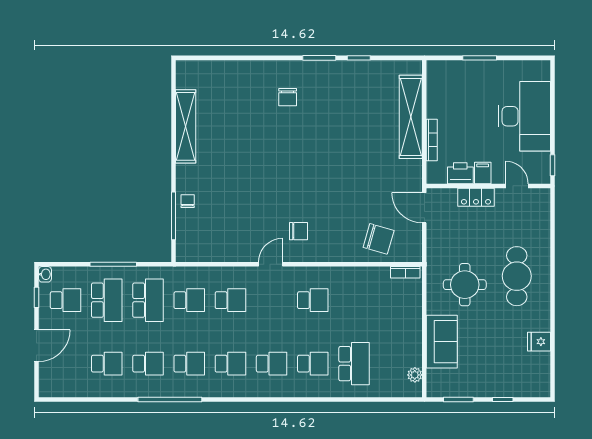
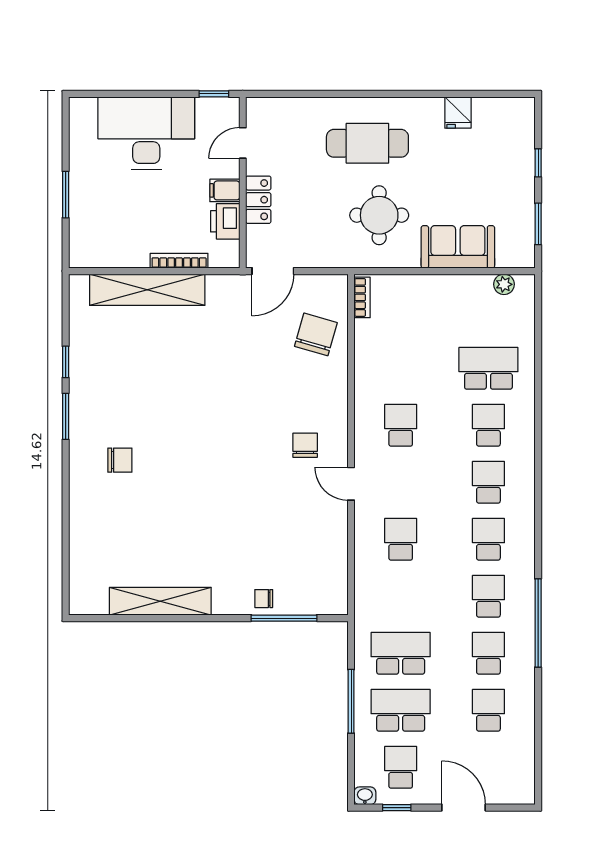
school desk: (189, 300) -> (401, 596), removed

